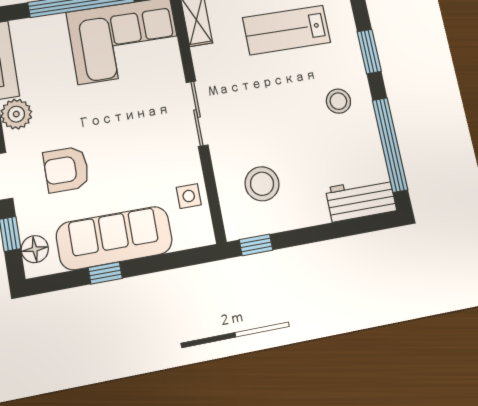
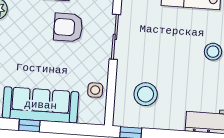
armchair: (66, 169) -> (68, 27), moved

